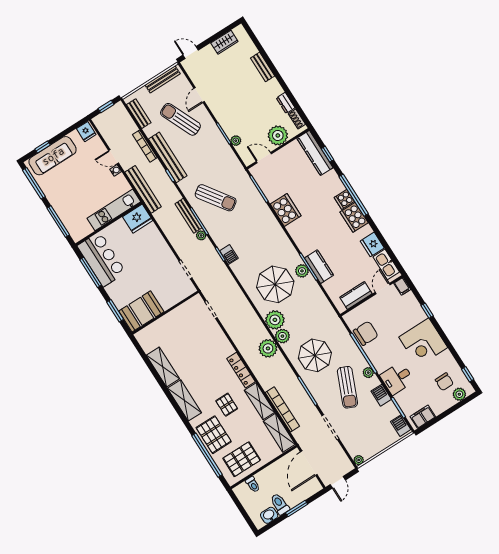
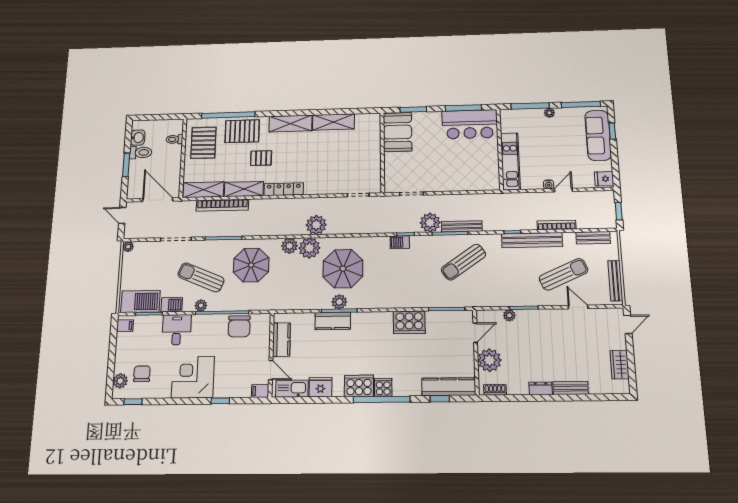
dresser: (286, 103) -> (541, 388), moved
bench: (143, 189) -> (514, 199), removed
plant: (55, 203) -> (549, 113), added
fridge: (138, 219) -> (488, 178), removed
plant: (201, 235) -> (430, 223), width x1.88, depth x1.88
plant: (268, 348) -> (316, 225), moved
chair: (444, 382) -> (142, 374), turned 90
filing cabinet: (423, 417) -> (125, 326), width x0.50
barbecue: (401, 426) -> (140, 301), width x1.88, depth x1.53

